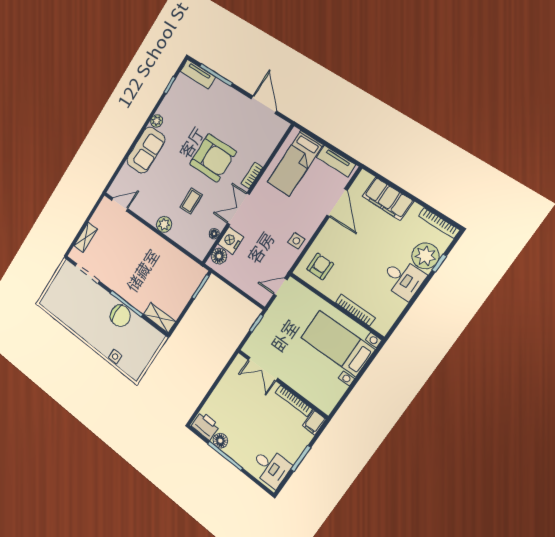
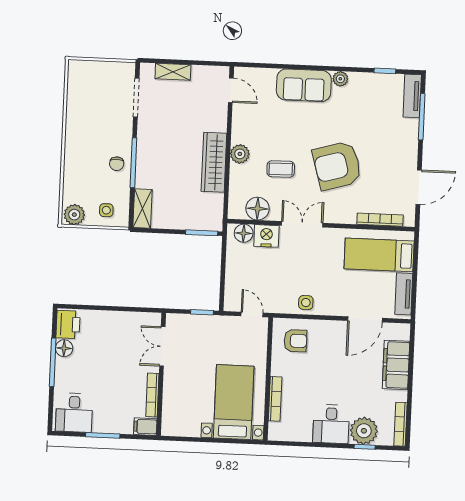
armchair: (213, 158) -> (337, 166), turned 74
bookcase: (252, 175) -> (380, 220), moved, width x1.56
floor lamp: (214, 234) -> (258, 209), width x1.89, depth x1.89
wardrobe: (159, 247) -> (214, 162), added
chair: (120, 316) -> (117, 164), width x0.54, depth x0.54
side table: (115, 357) -> (106, 210), moved
plant: (136, 368) -> (74, 215), added

